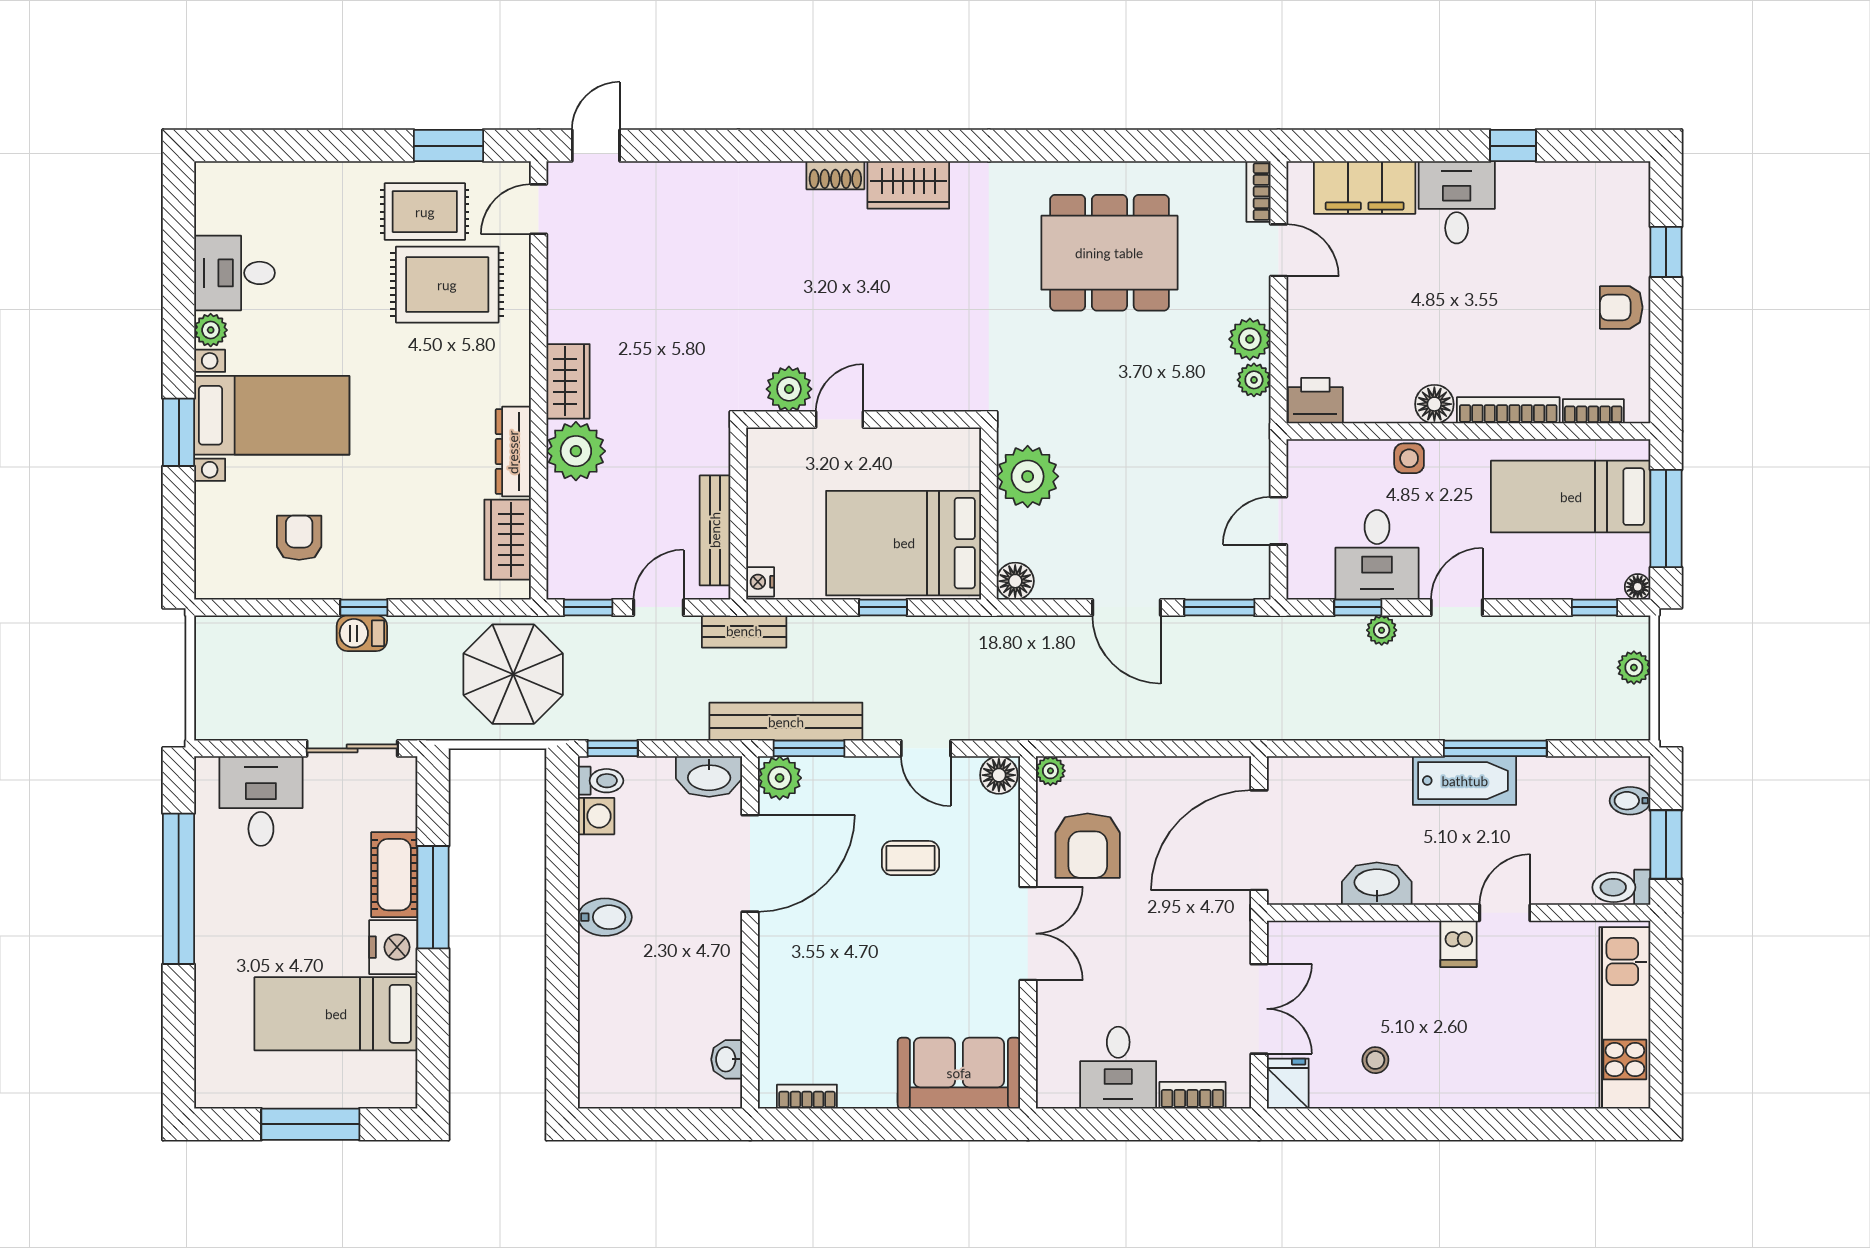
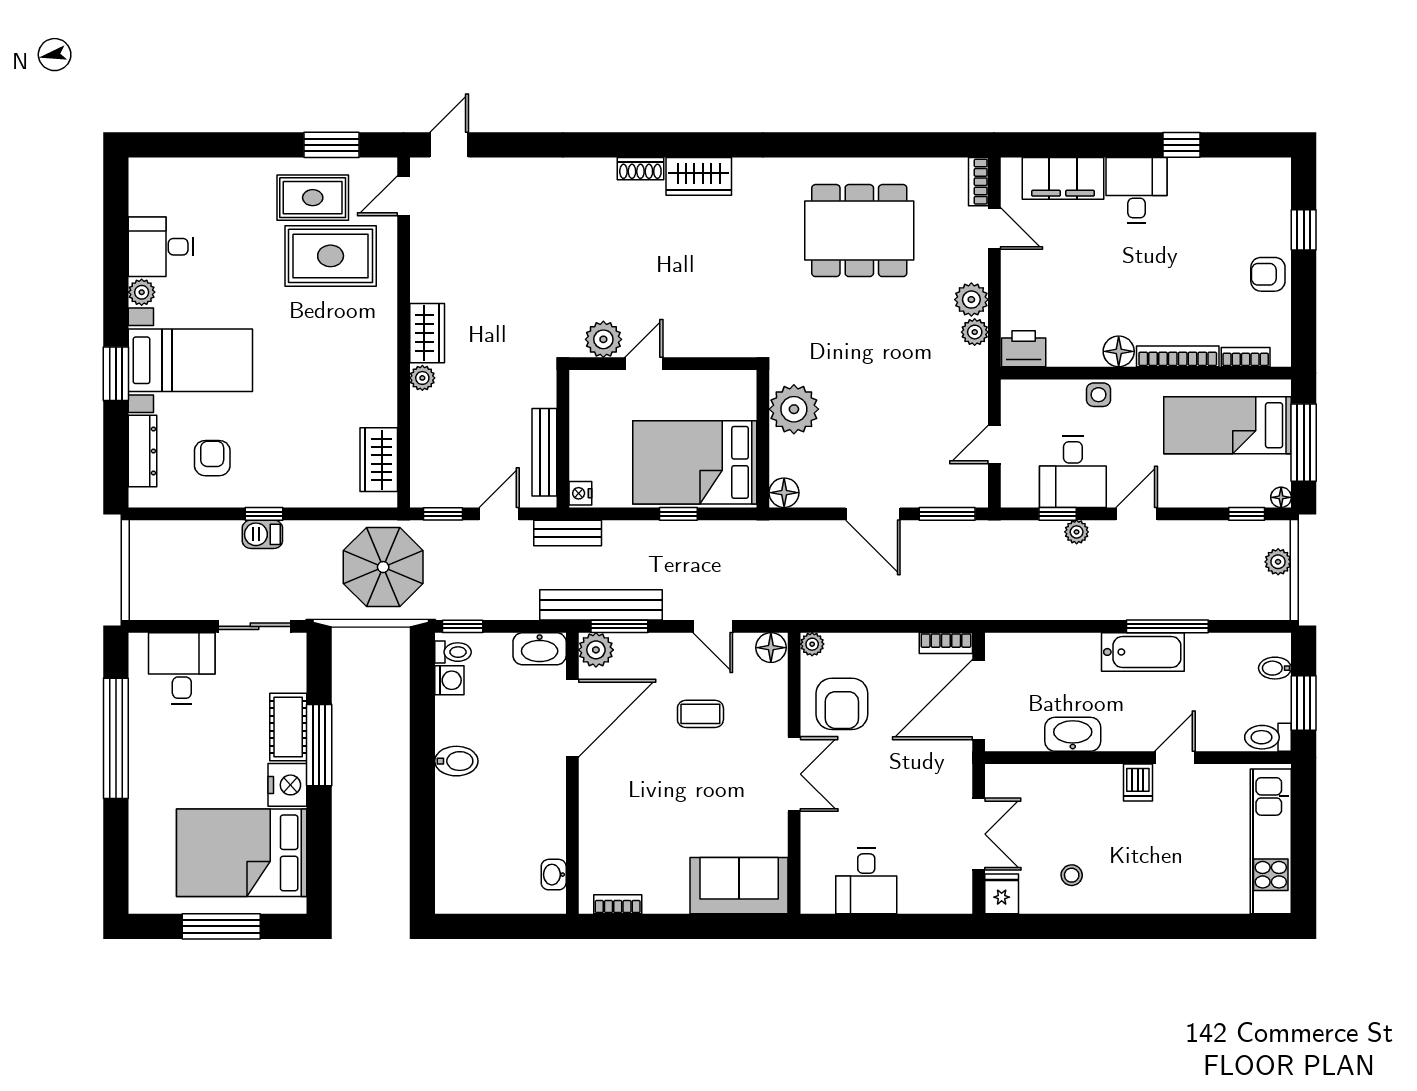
plant: (576, 451) -> (422, 378), width x0.53, depth x0.53
dresser: (513, 452) -> (142, 451), moved, turned 180
bed: (336, 1014) -> (242, 853), width x1.50
bookcase: (1192, 1095) -> (946, 643), moved, turned 180

